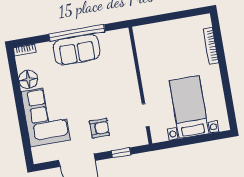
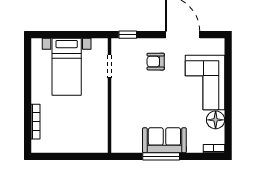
window: (77, 33) -> (161, 156), width x0.68
window: (121, 153) -> (128, 35), moved

